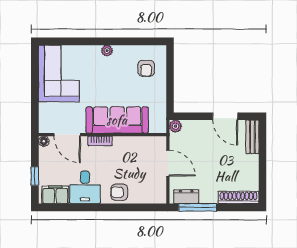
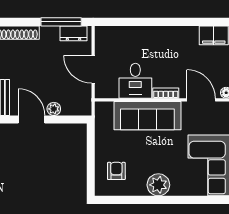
plant: (107, 51) -> (158, 185), width x1.87, depth x1.87
plant: (175, 126) -> (54, 109), moved
desk: (85, 187) -> (135, 81), moved, turned 180
armchair: (119, 192) -> (145, 38), removed

